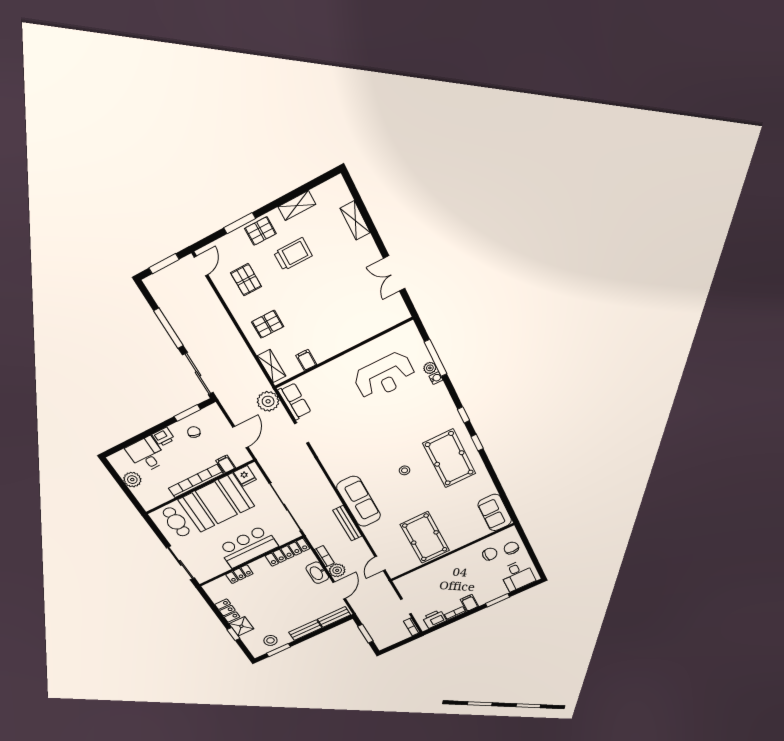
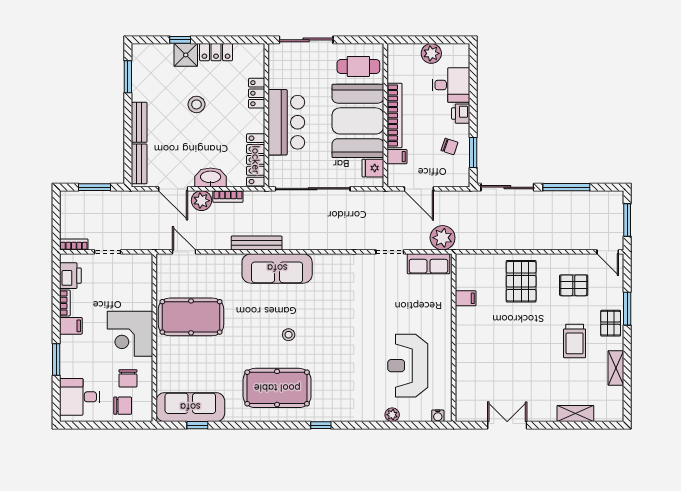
pallet: (268, 324) -> (521, 281), width x1.50, depth x1.42
window: (436, 358) -> (400, 425), removed
shelving: (272, 366) -> (477, 262), removed
water cooler: (436, 378) -> (438, 416), moved
window: (477, 443) -> (197, 425), moved
sofa: (495, 513) -> (190, 407), width x1.36
corner desk: (457, 568) -> (130, 334), added
stool: (270, 640) -> (196, 104), moved

